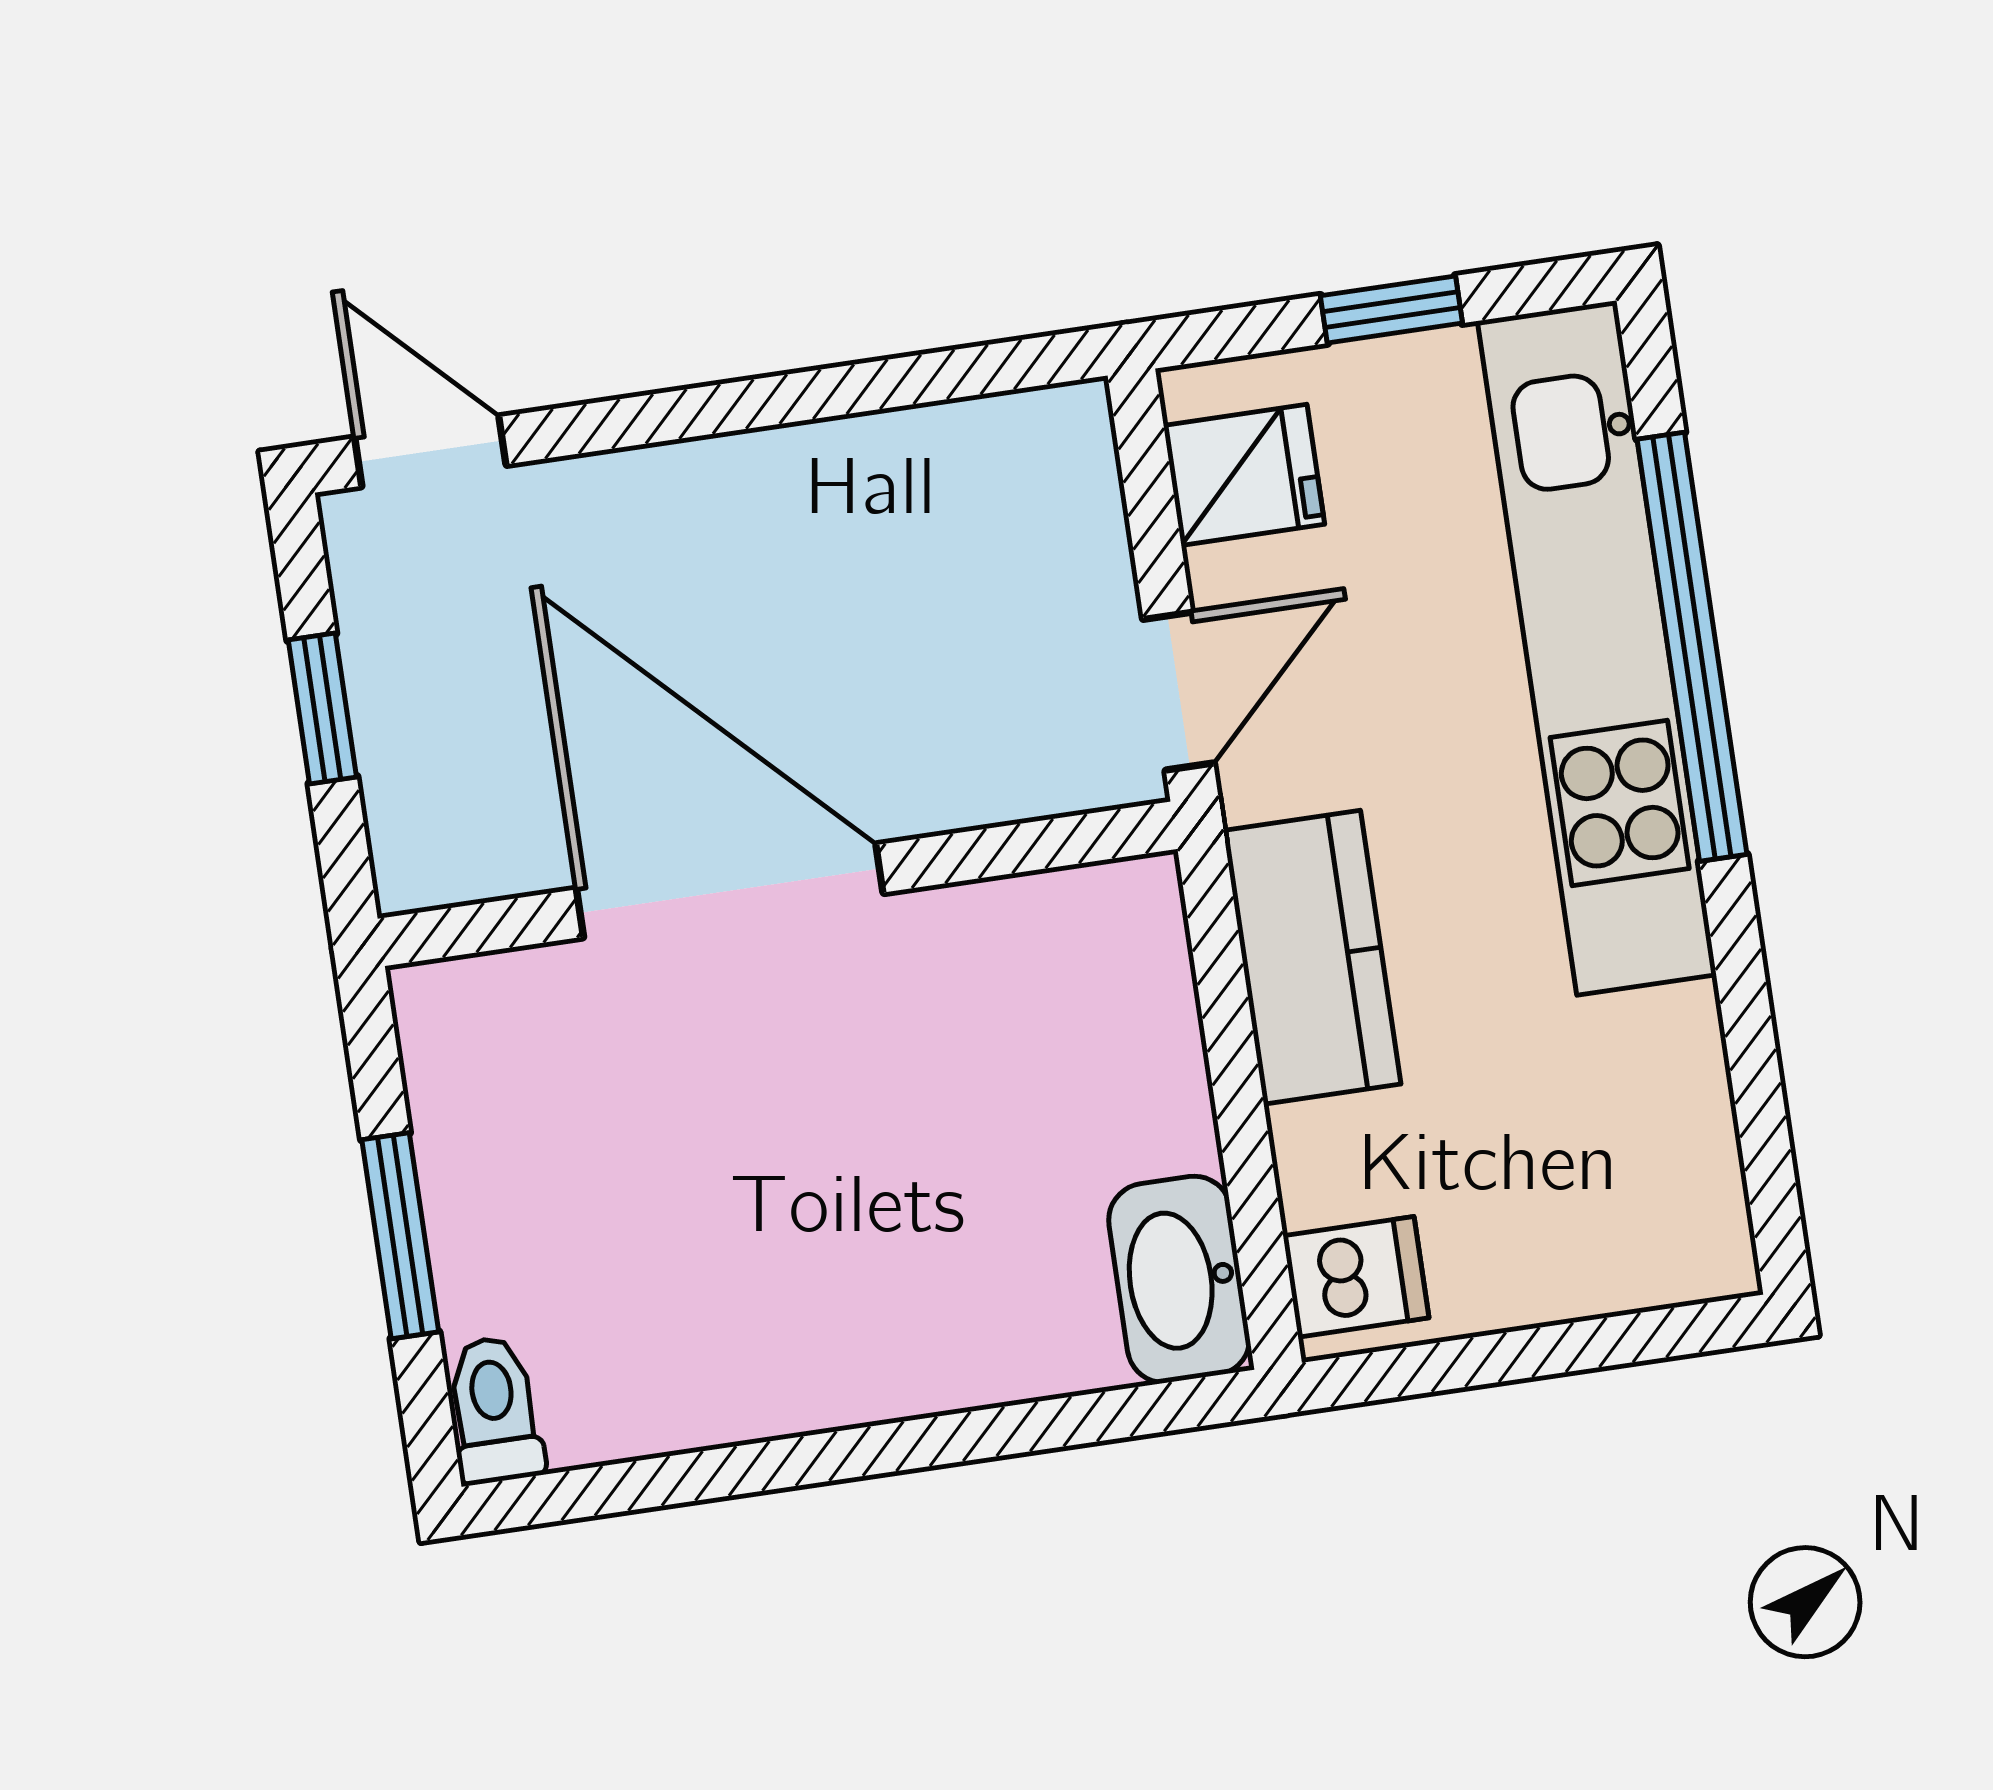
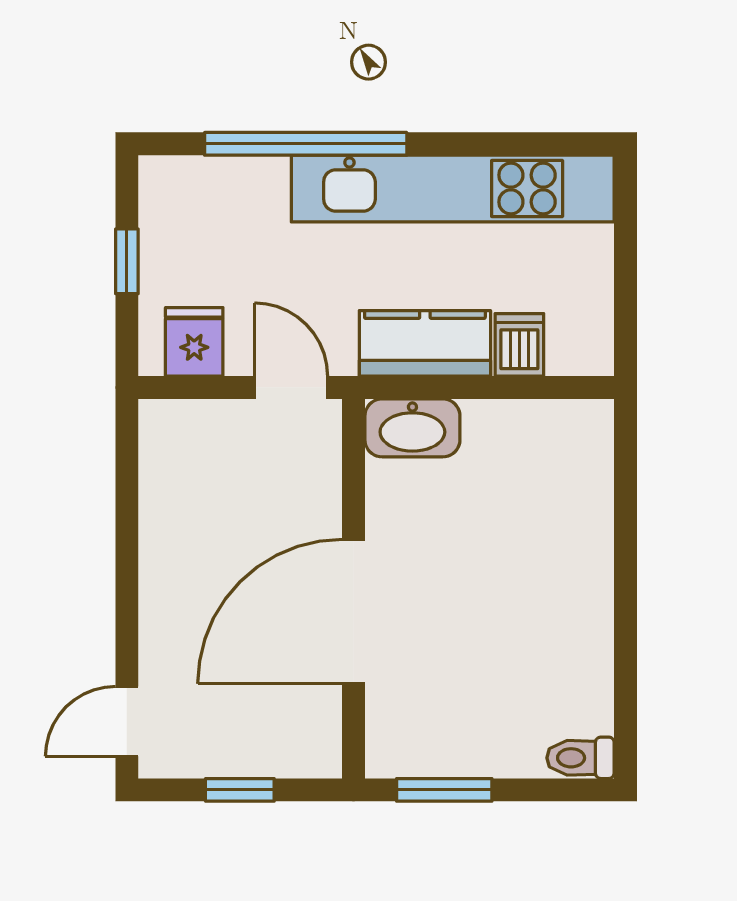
kitchen unit: (1597, 648) -> (453, 189), moved
window: (400, 1236) -> (444, 790), moved
dishwasher: (1356, 1277) -> (519, 345), moved
washbasin: (1179, 1279) -> (412, 428), moved

